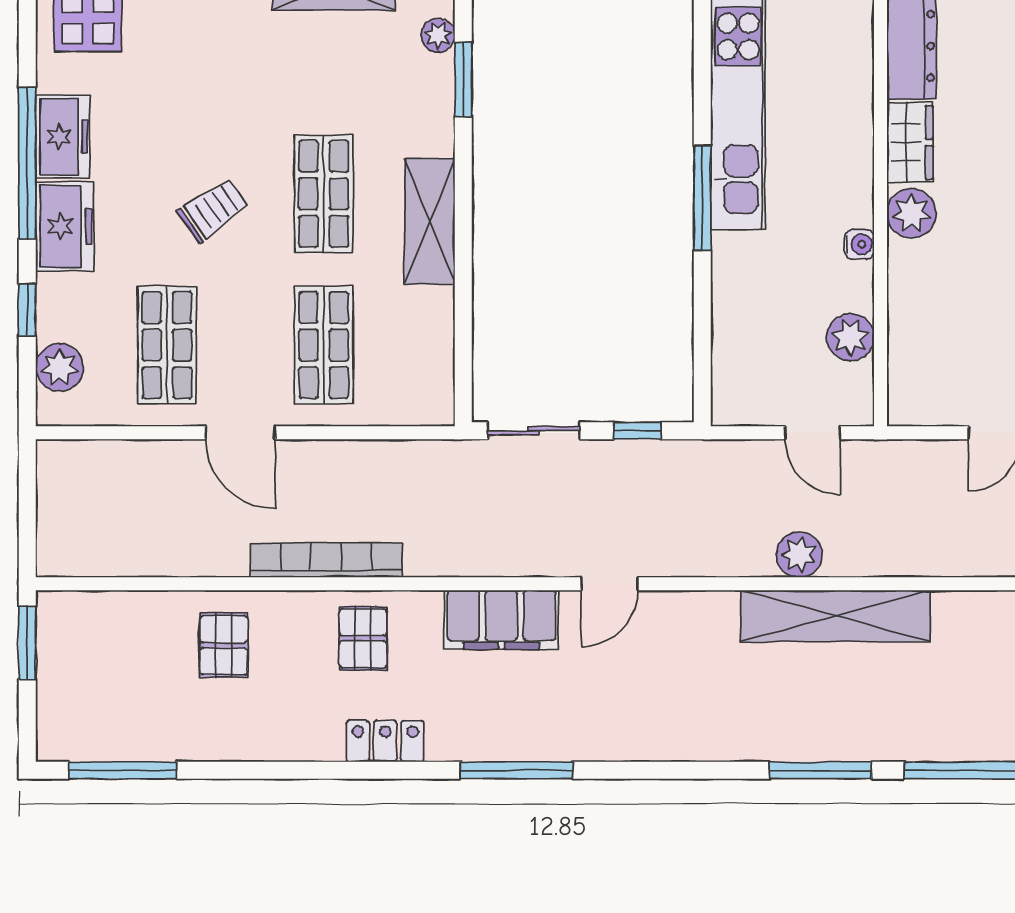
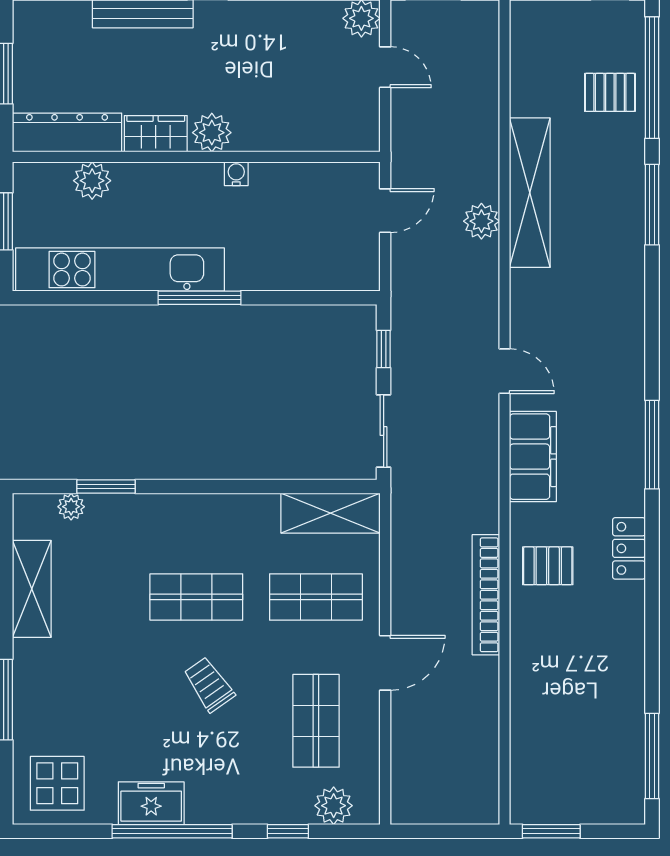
shelving: (430, 221) -> (330, 513), moved
freezer: (65, 226) -> (222, 802), removed
plant: (850, 337) -> (92, 181), moved
shop shelf: (167, 345) -> (316, 721), turned 90
pallet: (224, 645) -> (610, 92), moved

